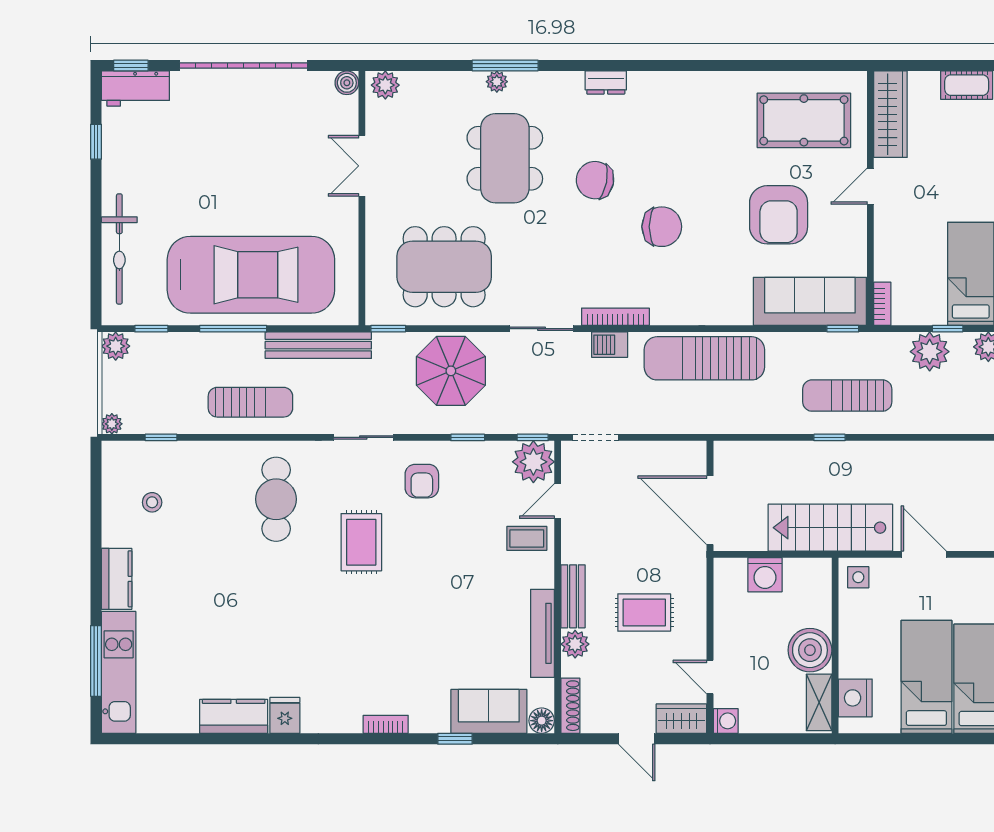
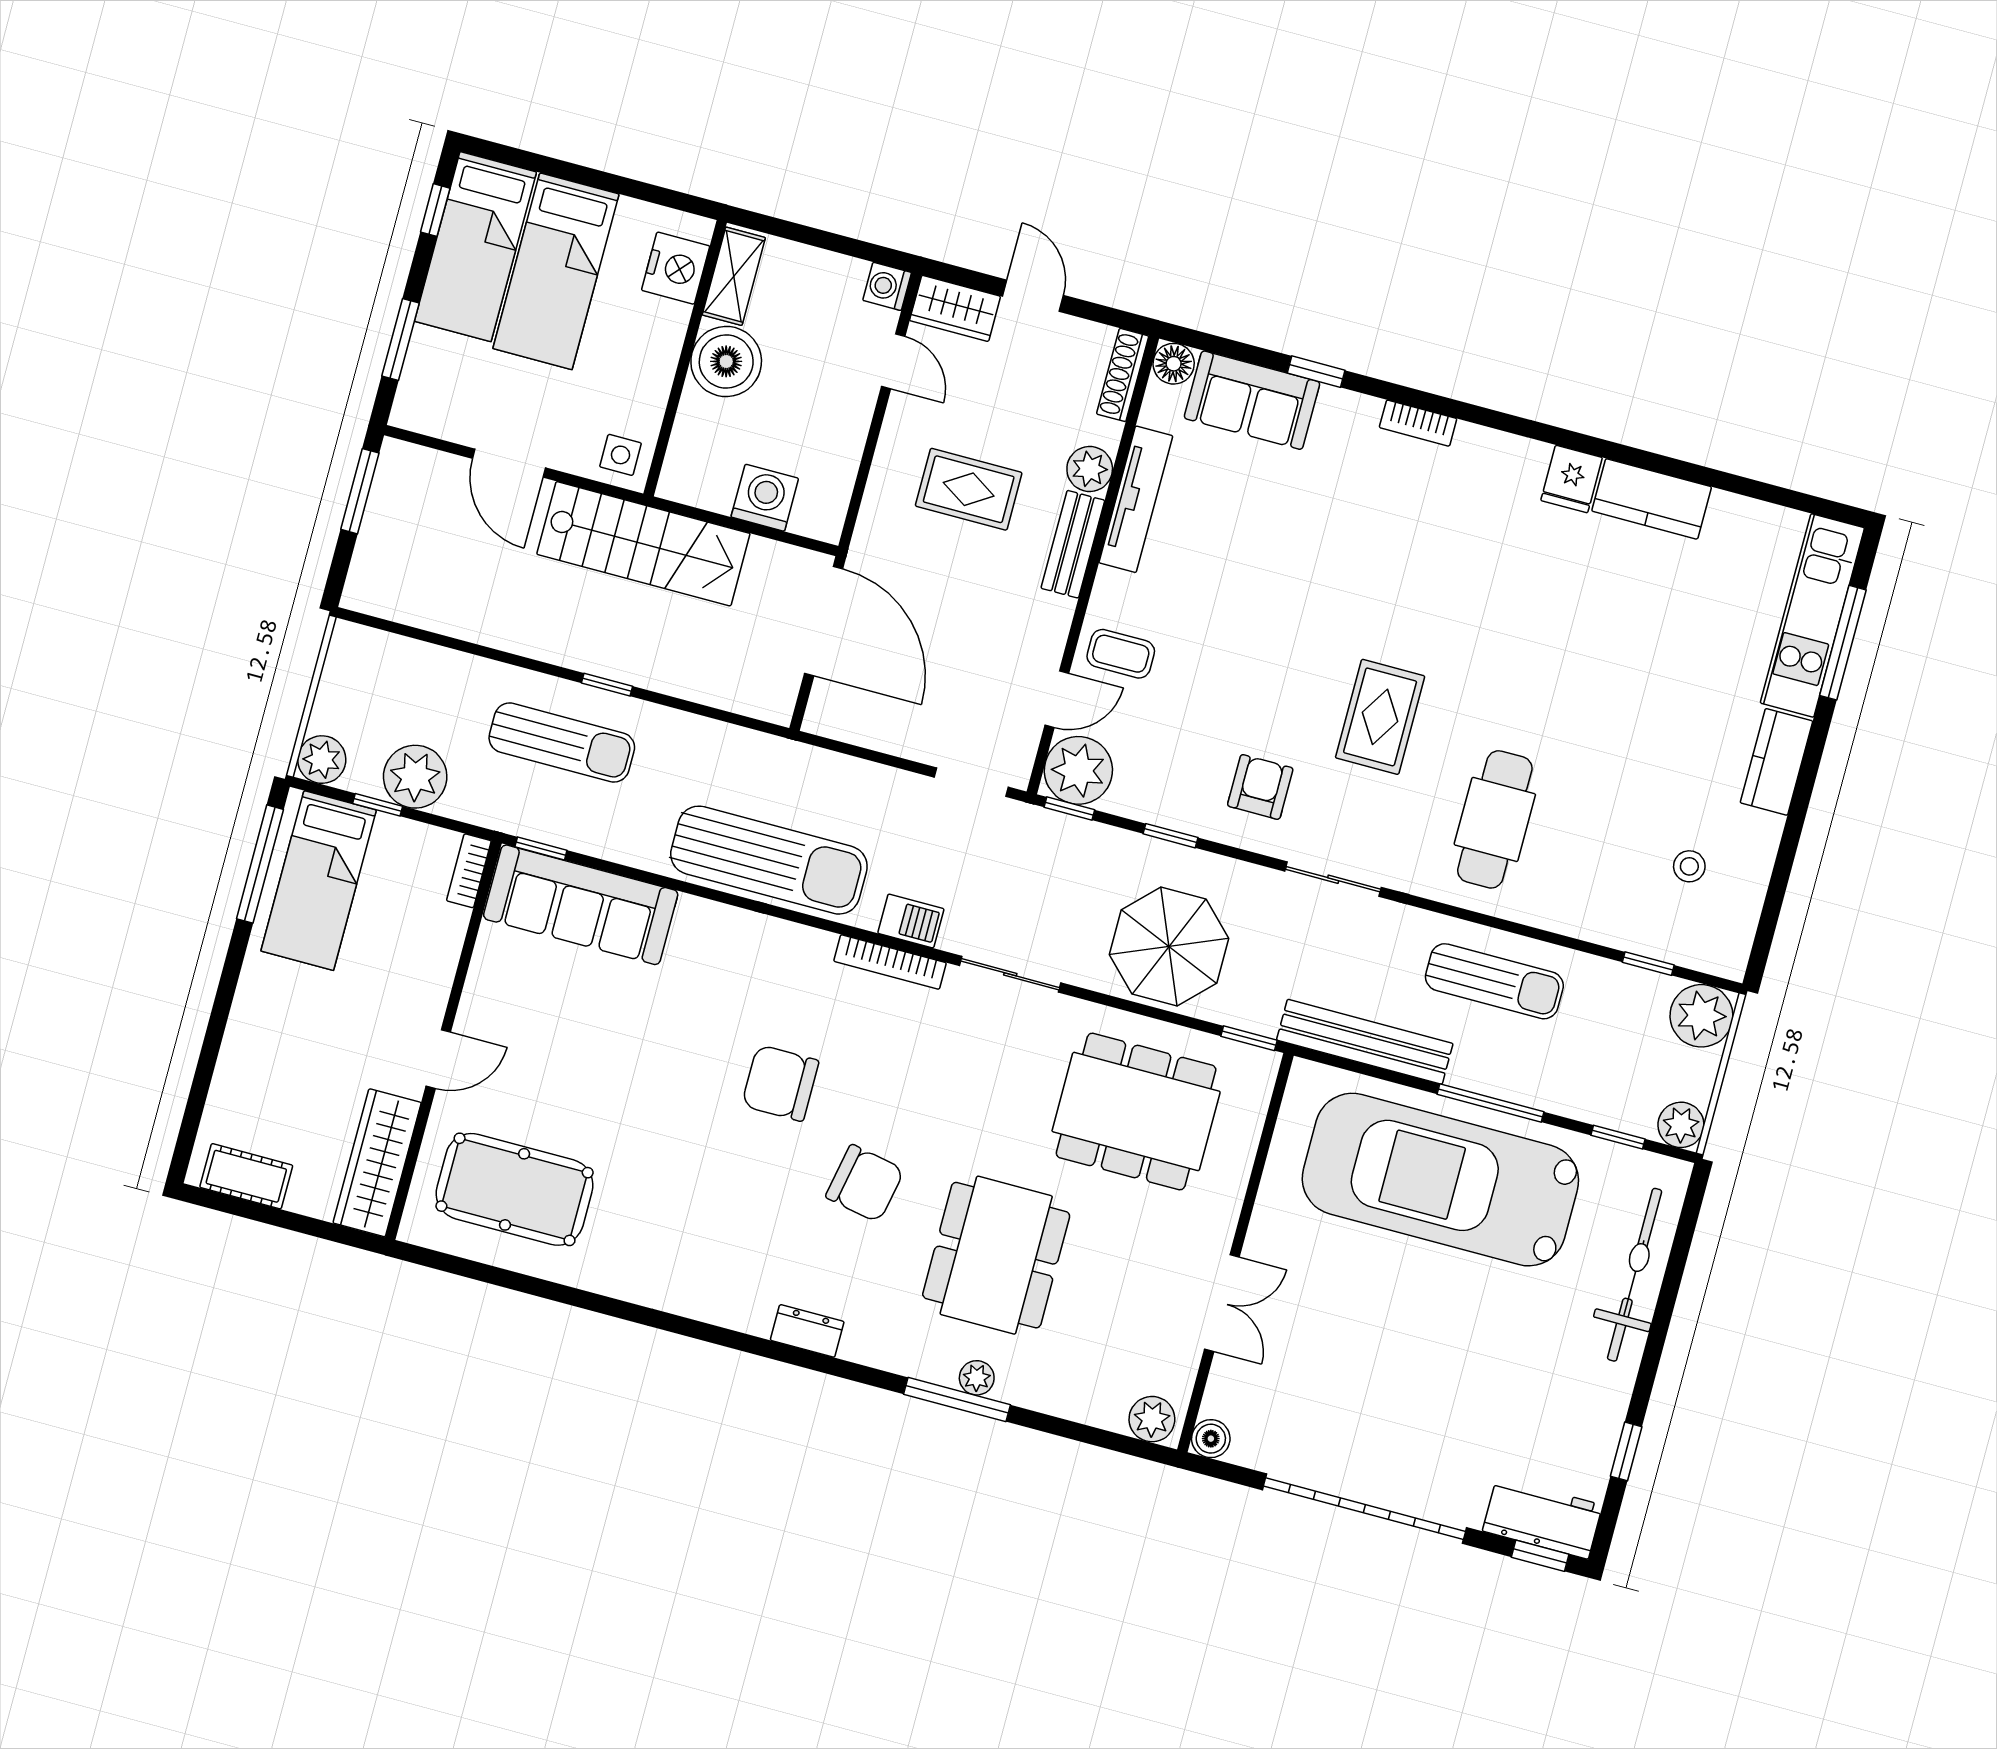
armchair: (779, 215) -> (593, 1053), removed
sun lounger: (250, 402) -> (1494, 981), turned 180
plant: (112, 424) -> (1701, 1016), width x1.87, depth x1.87

